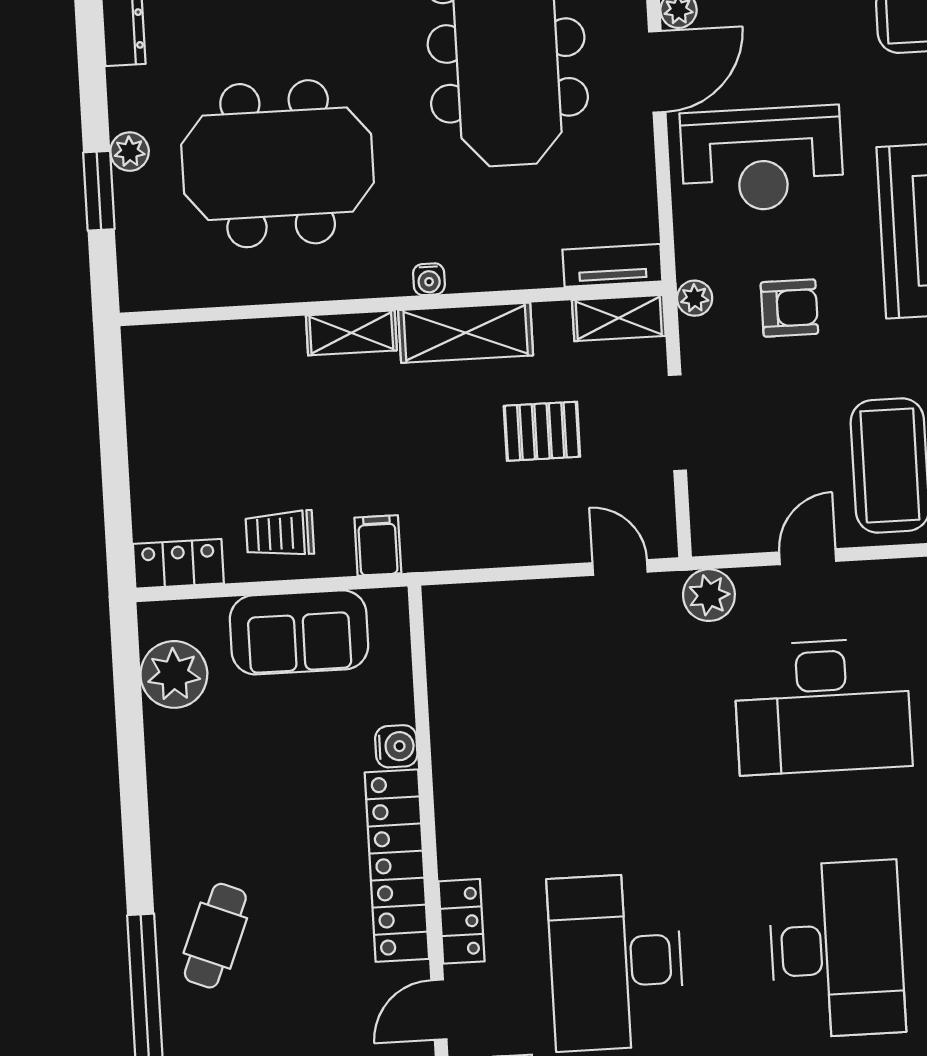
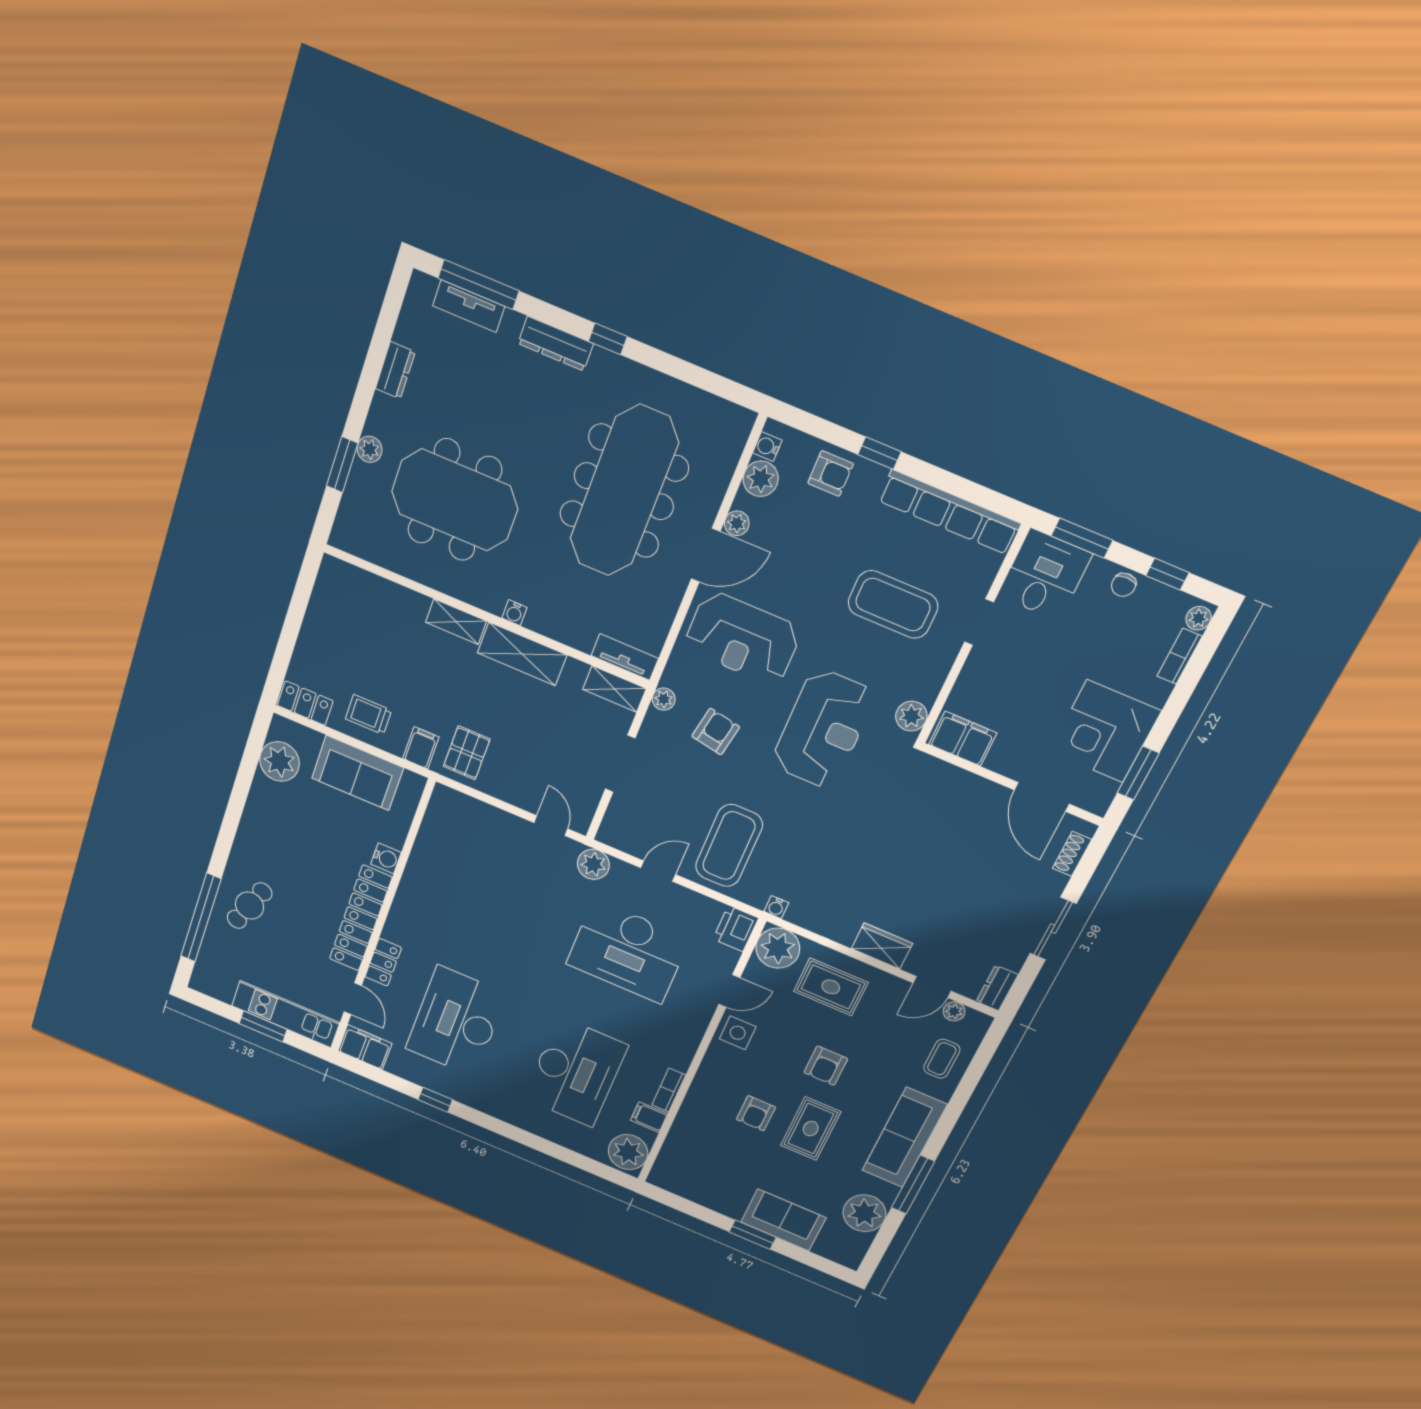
armchair: (789, 308) -> (716, 732), turned -80
pallet: (542, 431) -> (467, 753), moved, turned 90
door: (439, 1010) -> (353, 999), swing flipped

